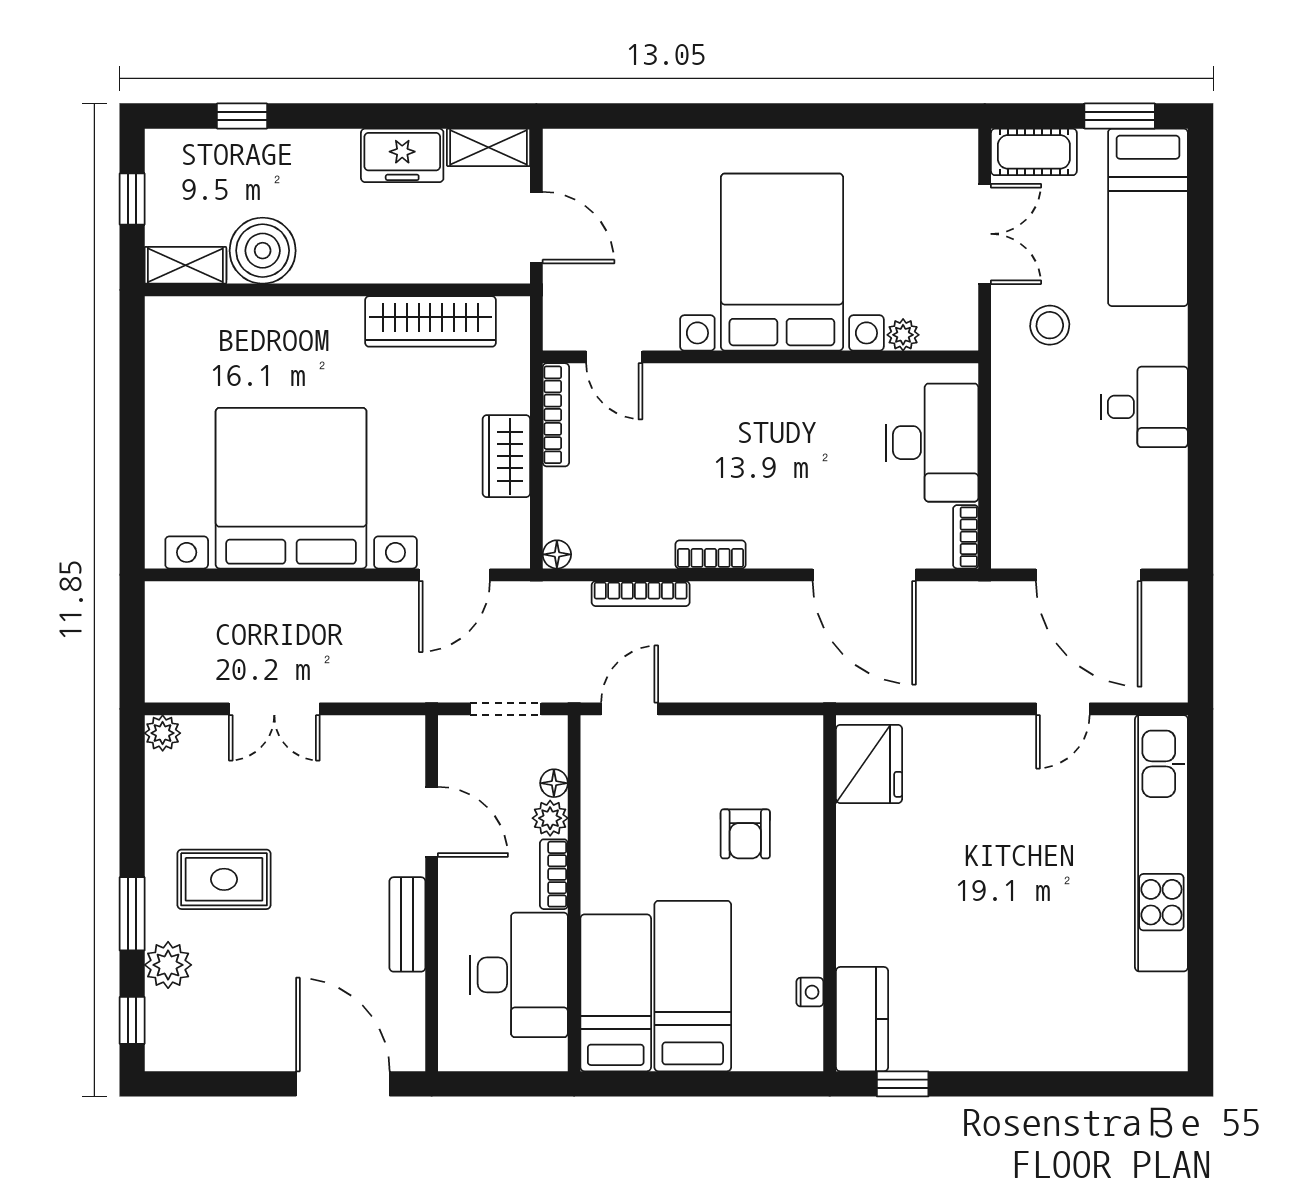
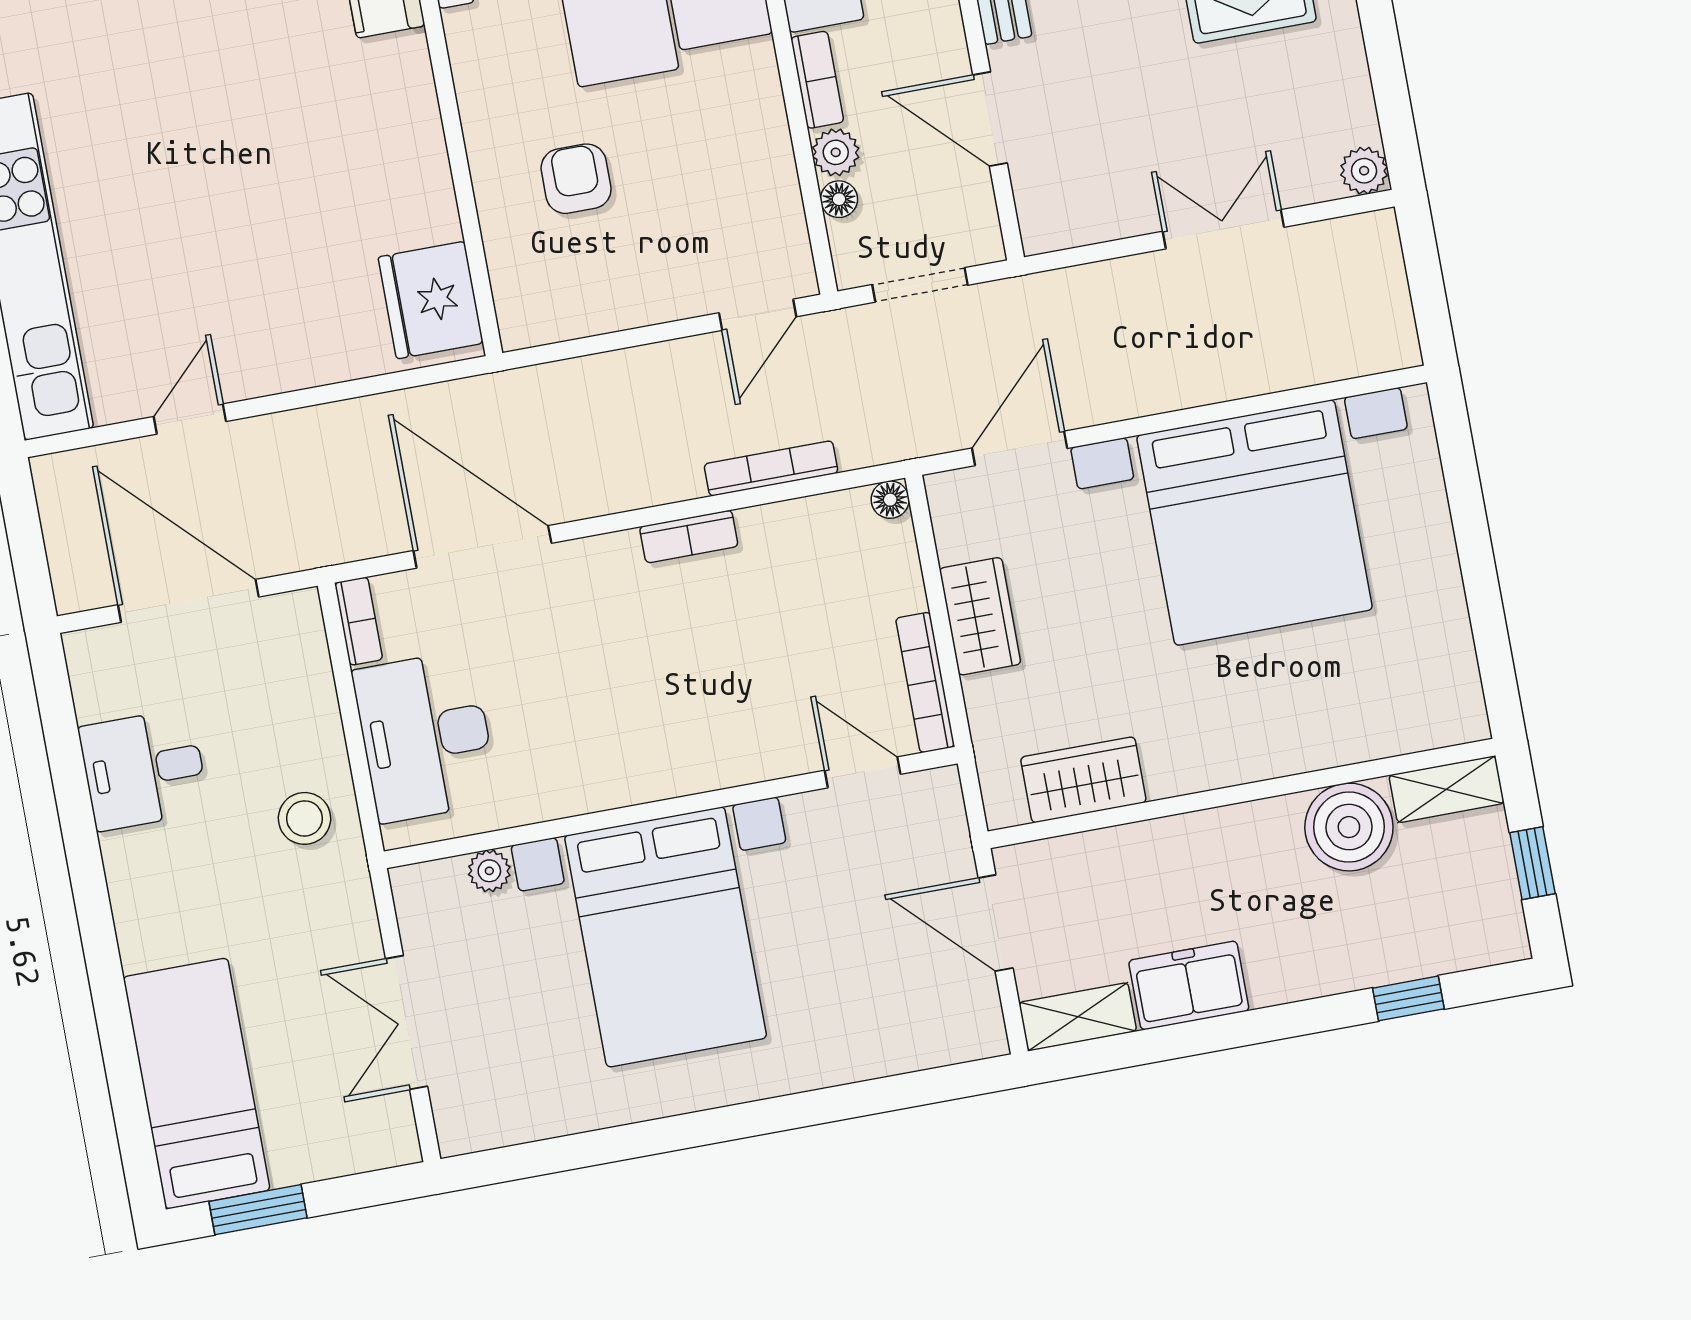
cot: (1034, 152) -> (362, 1142), removed
wardrobe: (430, 321) -> (1083, 780), width x0.67
stool: (1050, 325) -> (304, 818), moved
desk: (1144, 407) -> (144, 769), moved

